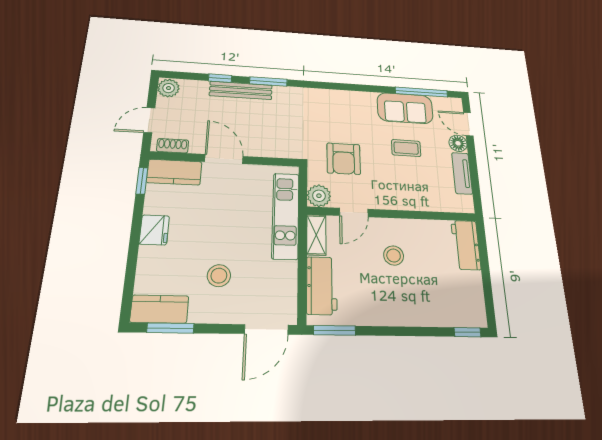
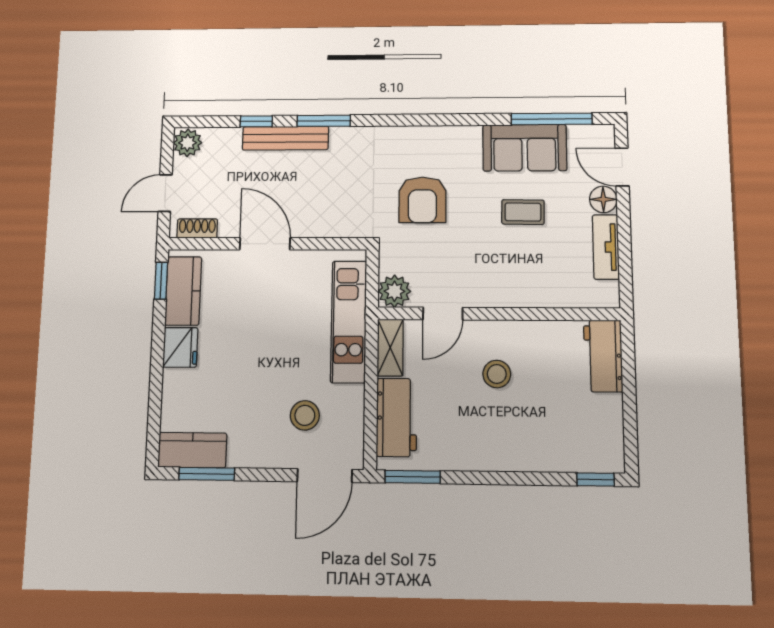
armchair: (344, 159) -> (422, 200), moved
kitchen counter: (174, 172) -> (183, 291), moved, turned -90
stool: (219, 276) -> (305, 415), moved

